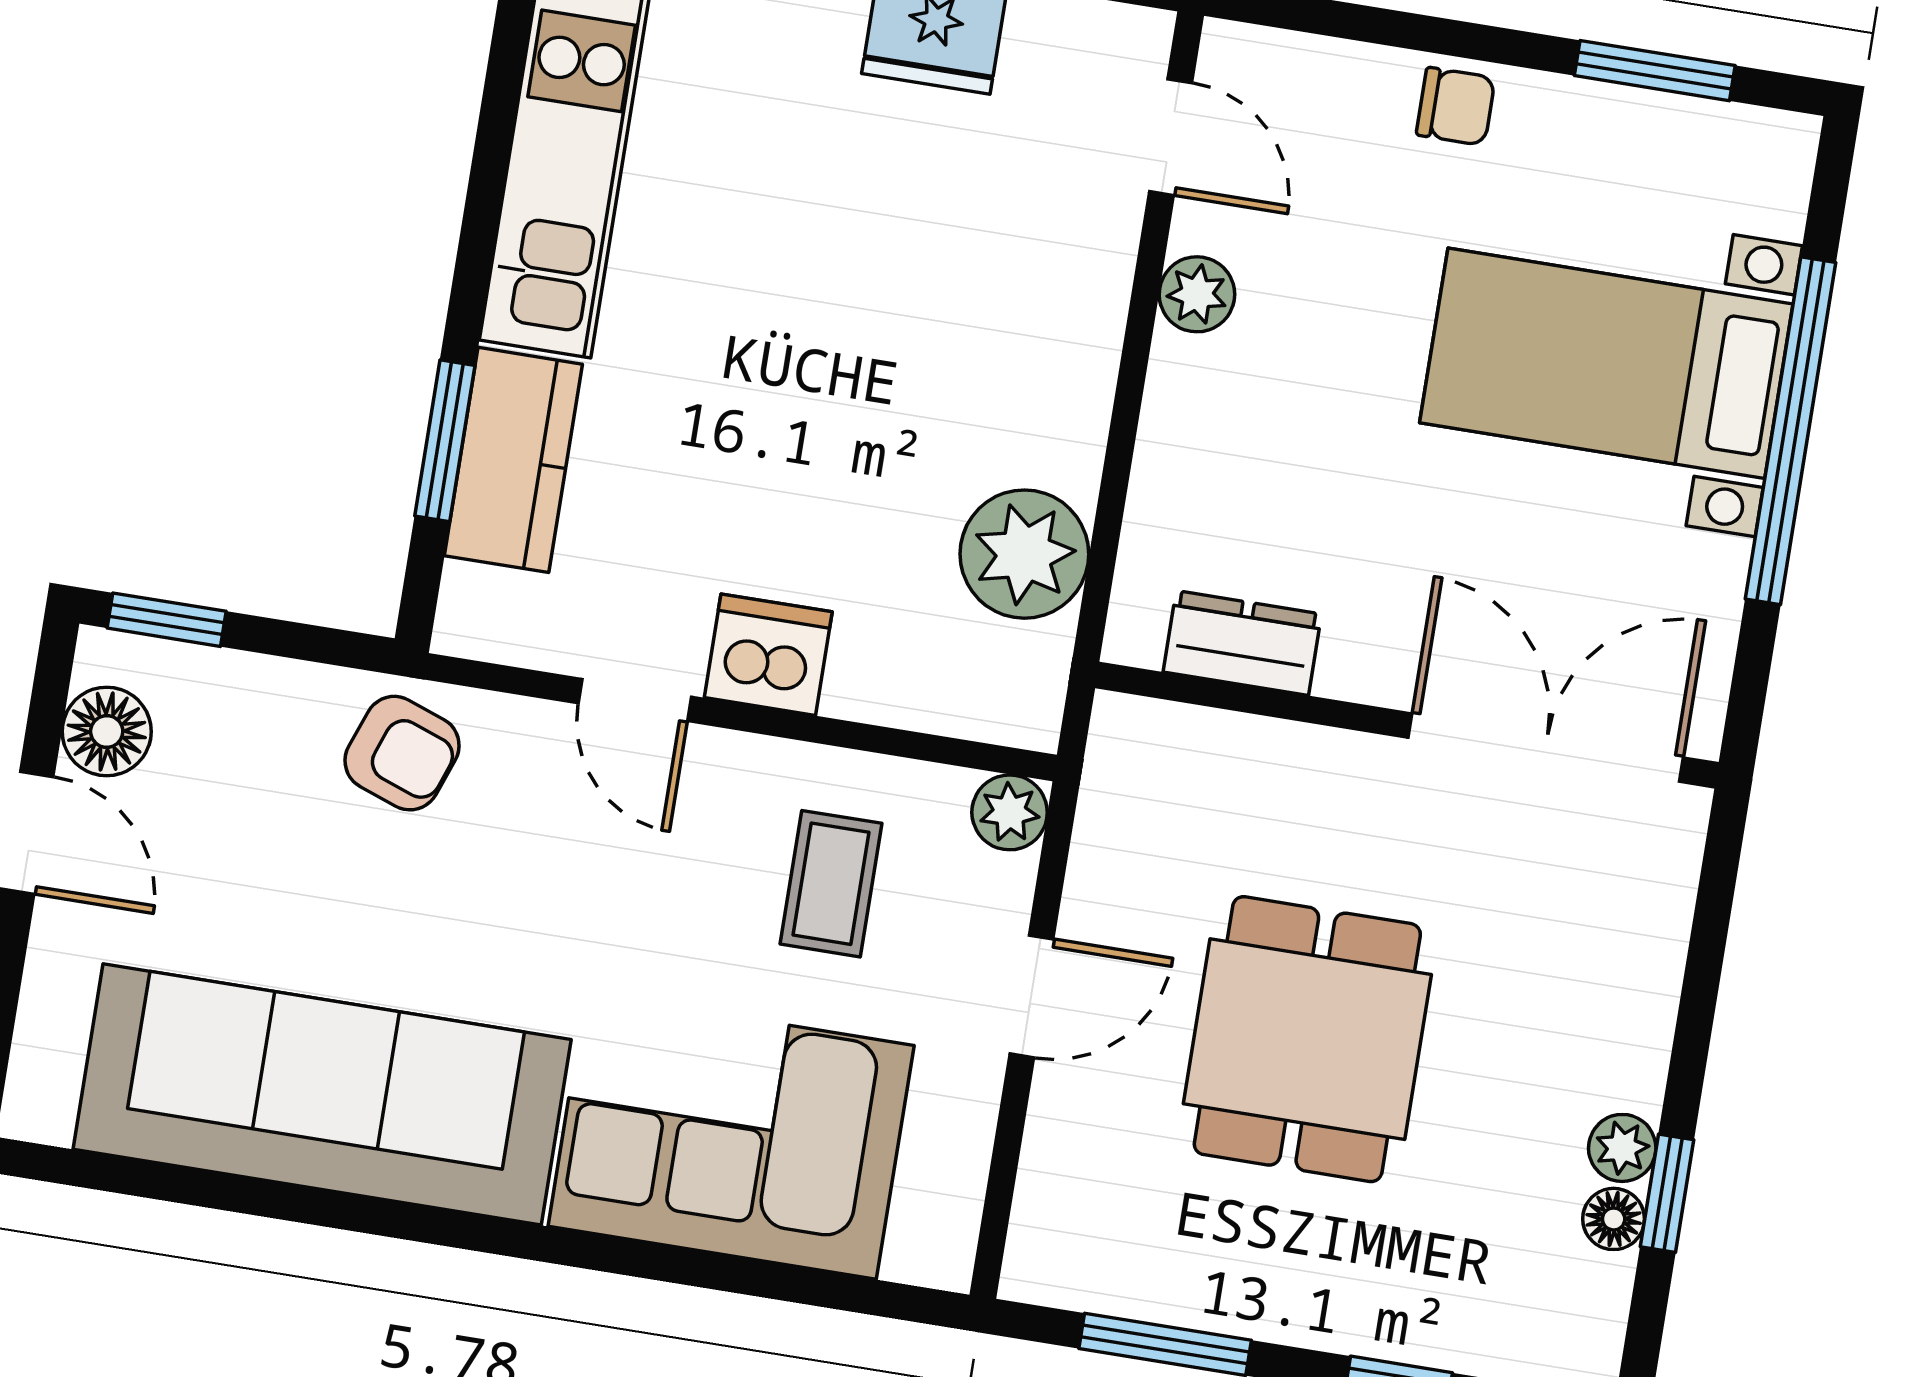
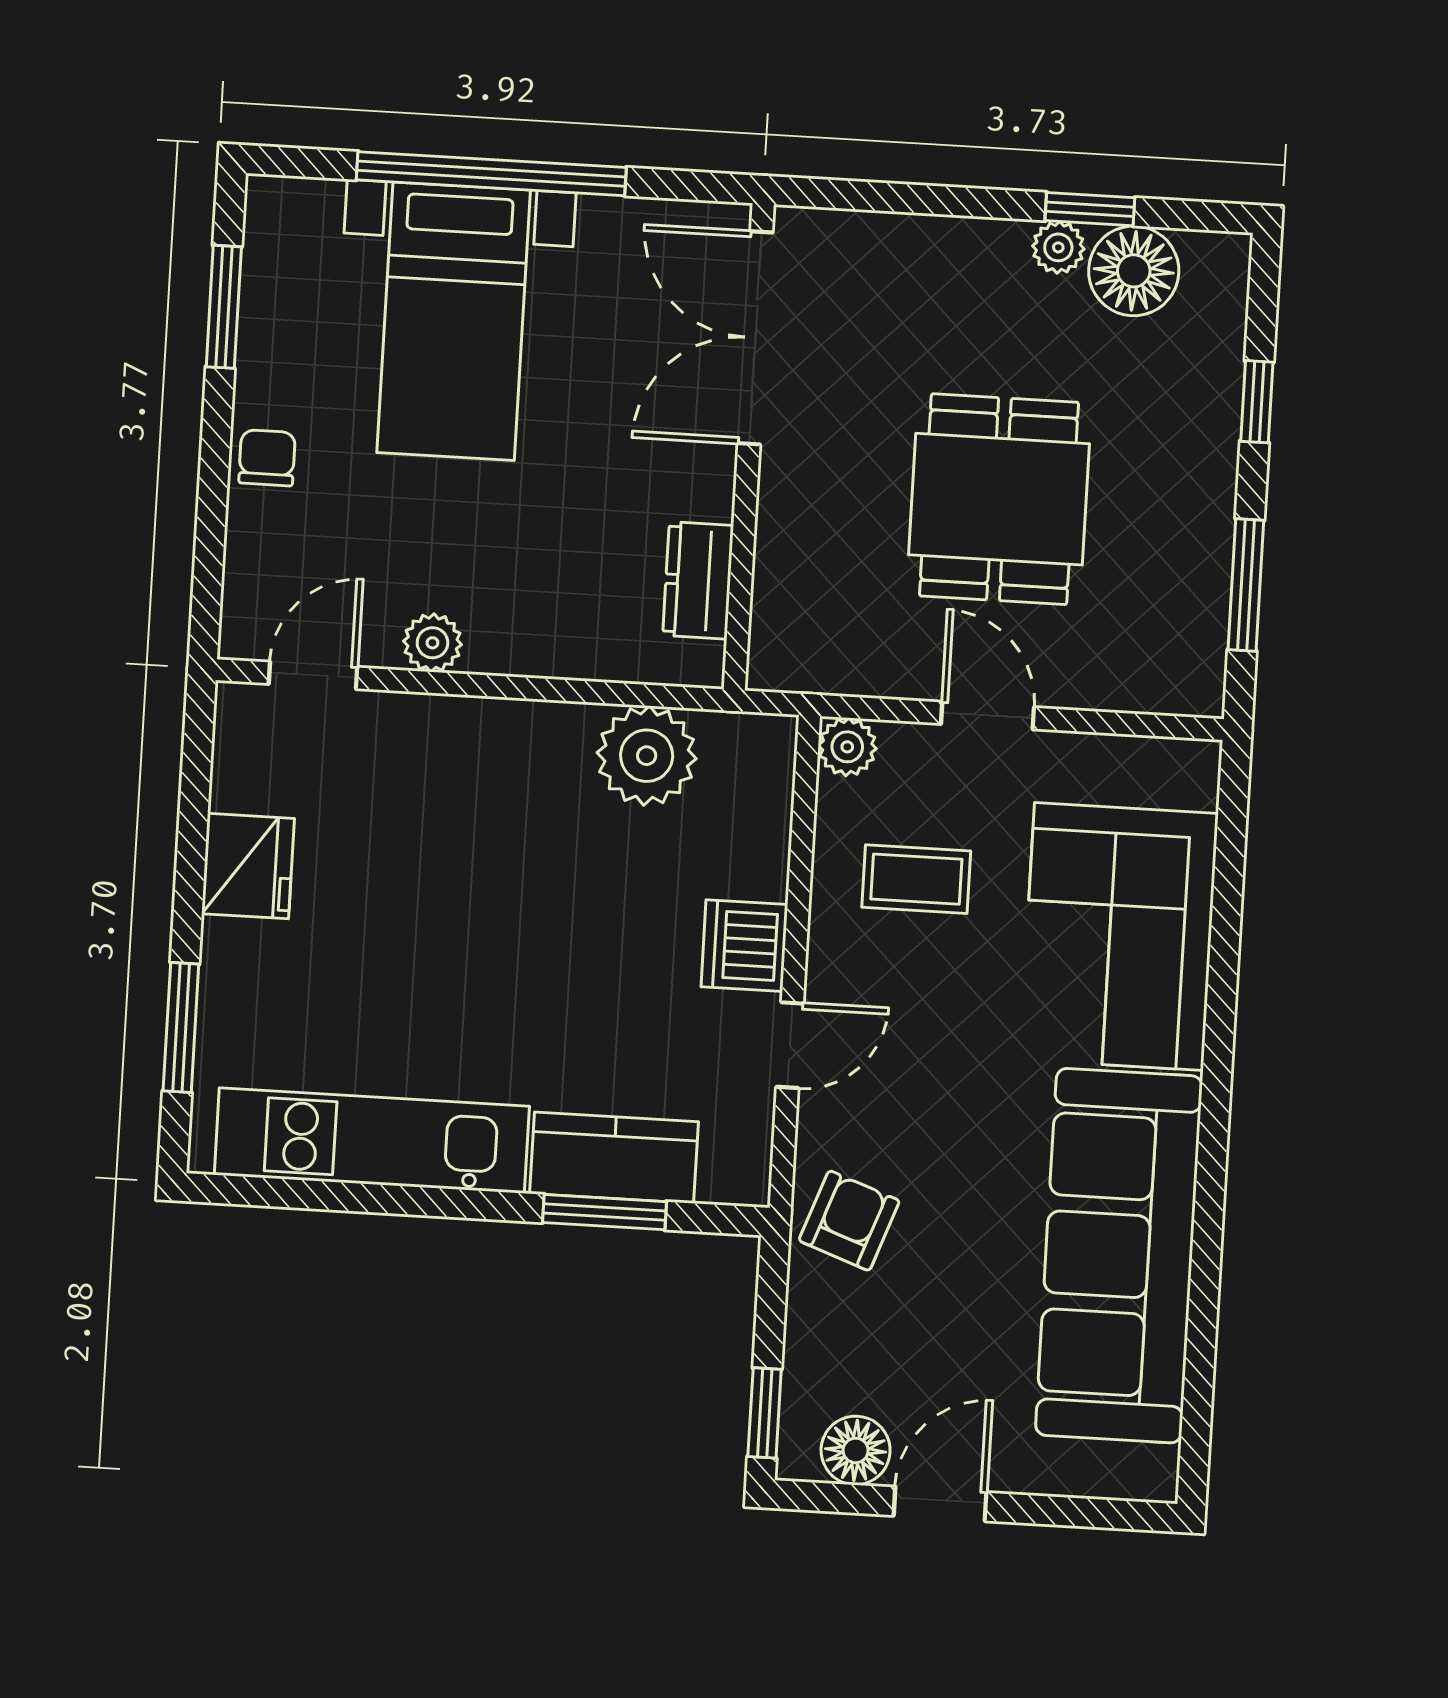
dining table: (1307, 1039) -> (999, 499), turned 90
floor lamp: (1614, 1219) -> (1134, 271), width x1.89, depth x1.89

